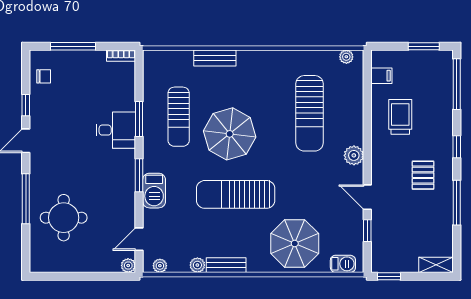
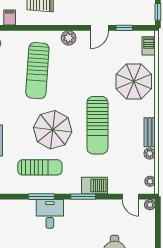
sun lounger: (309, 113) -> (37, 71), turned 94

